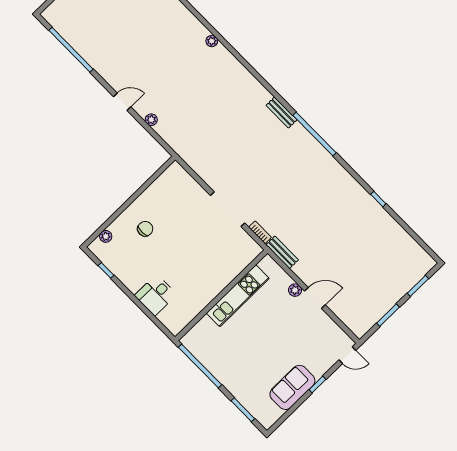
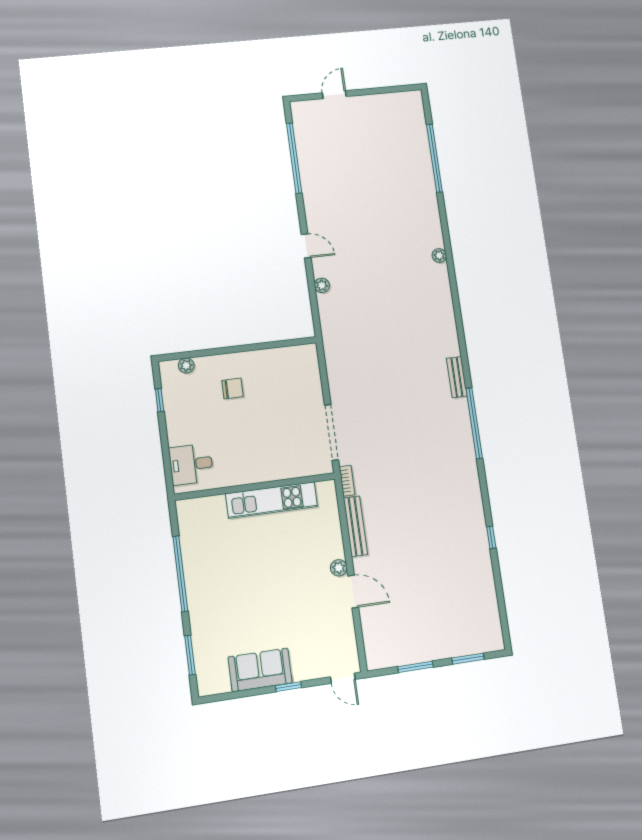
bench: (282, 252) -> (355, 526), width x1.36
wall: (221, 295) -> (255, 487), moved
kitchen unit: (238, 296) -> (272, 500), moved

